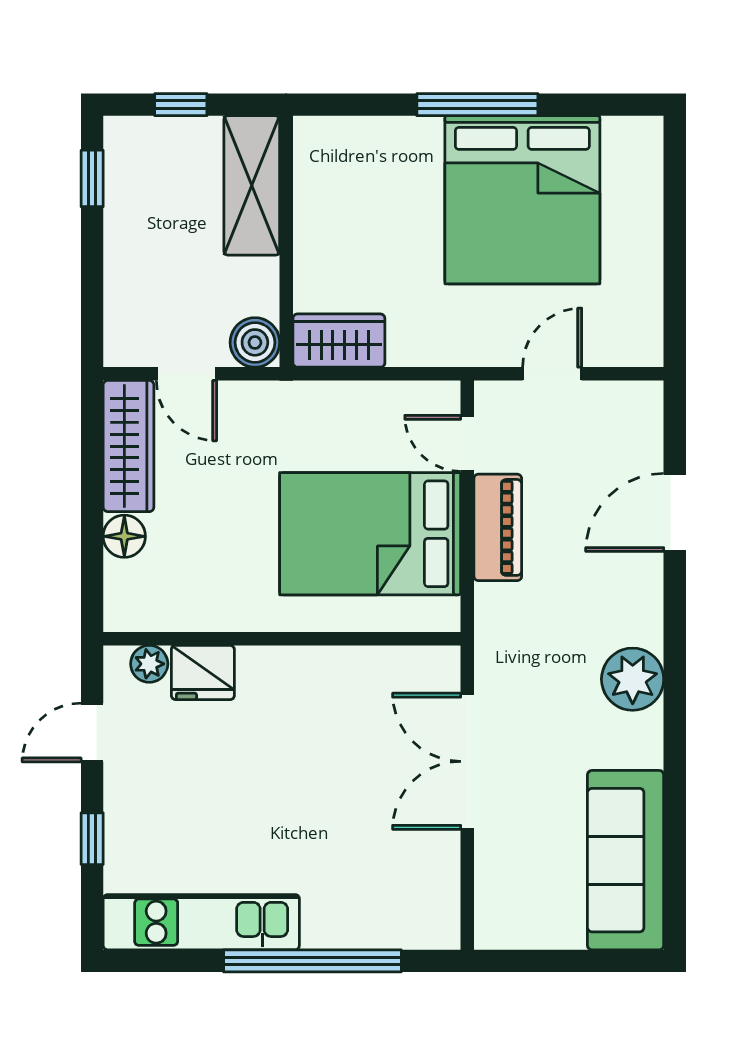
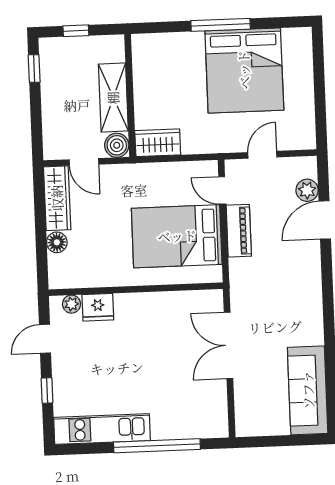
shelving: (252, 185) -> (113, 98), moved
plant: (633, 679) -> (307, 190), moved, width x0.73, depth x0.73

